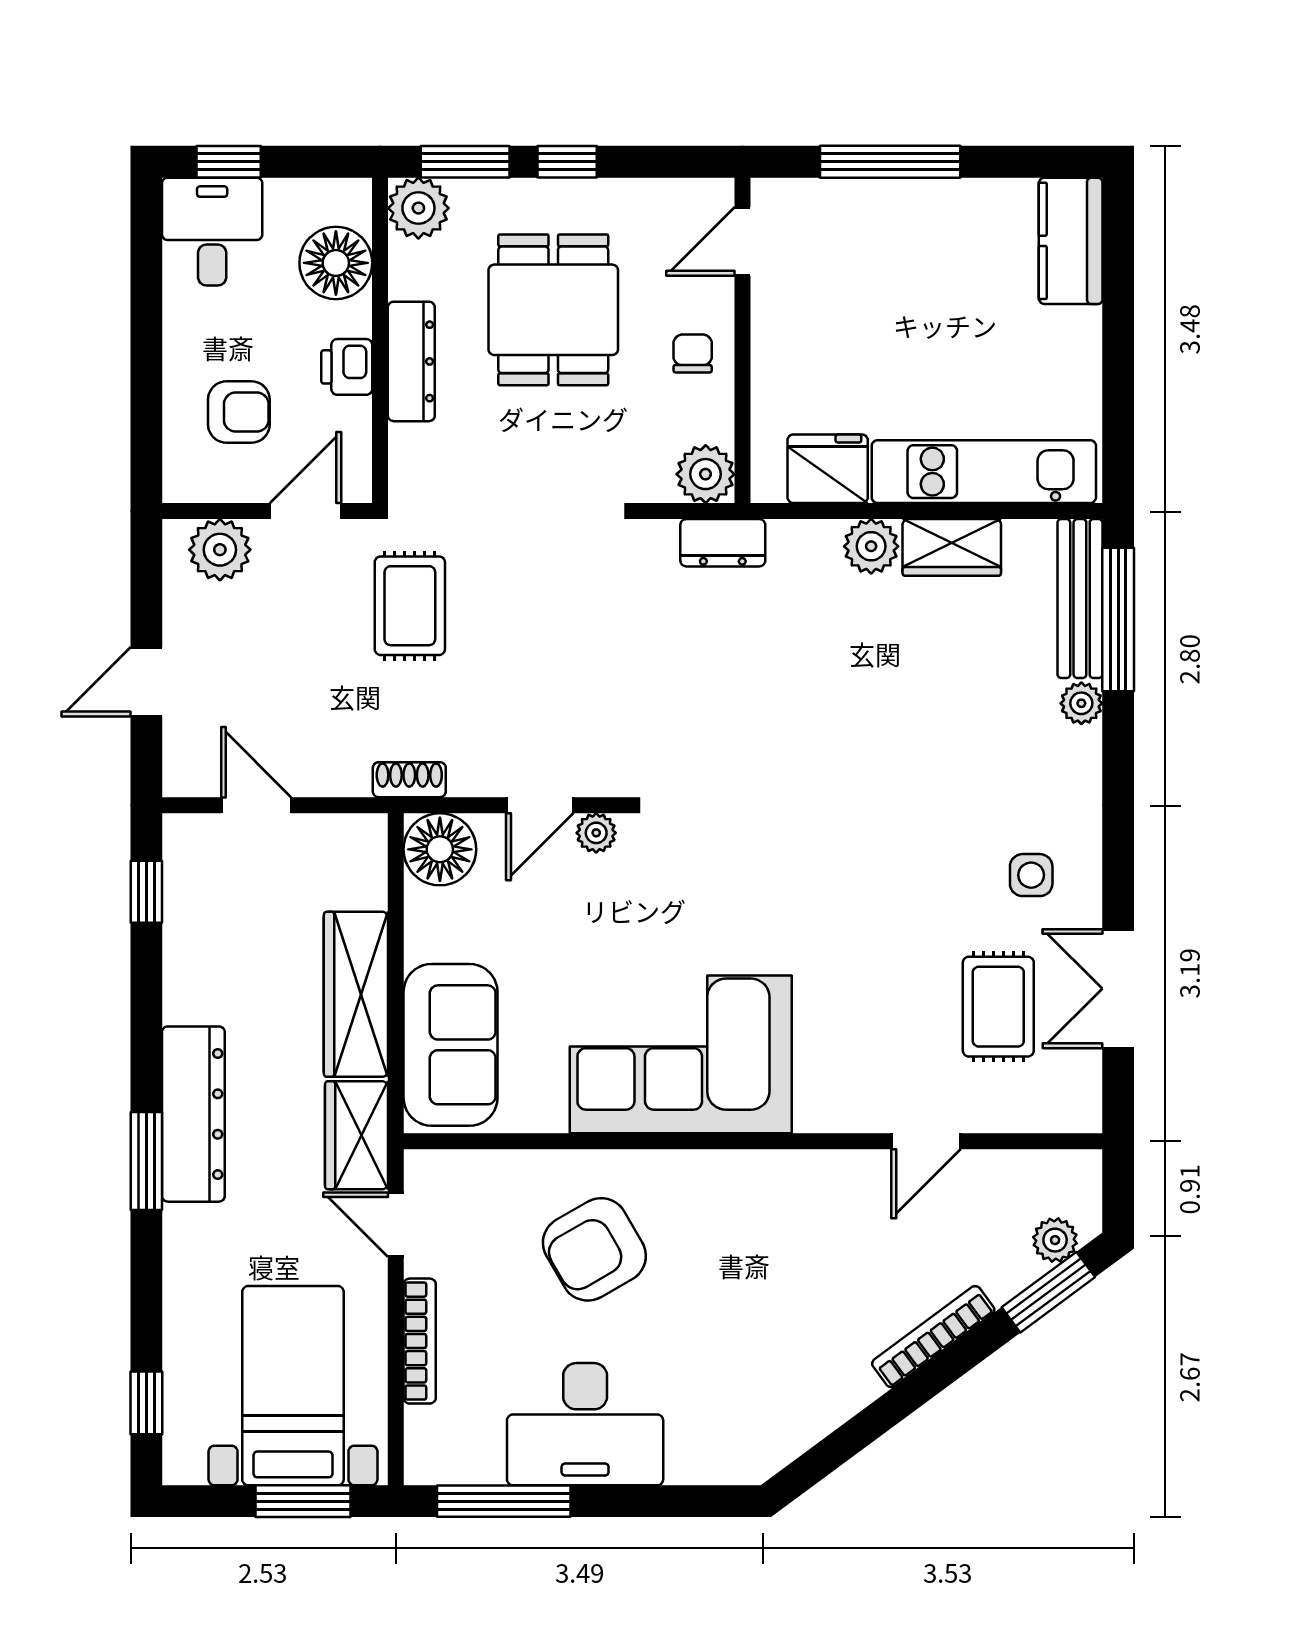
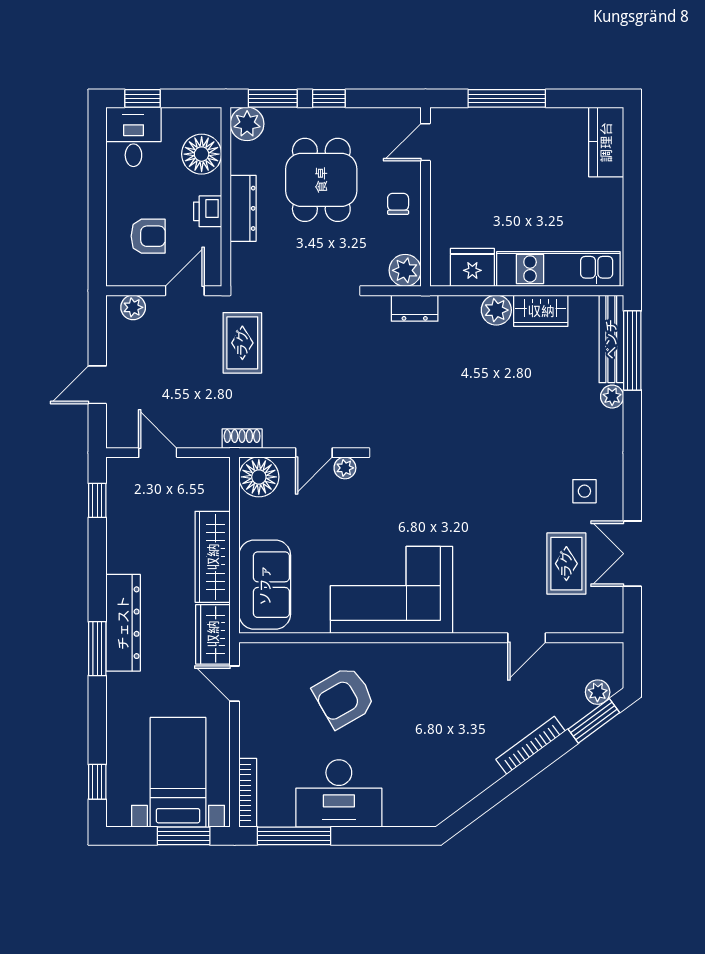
plant: (220, 550) -> (133, 307), width x0.73, depth x0.73
bookcase: (420, 1341) -> (248, 793), moved

